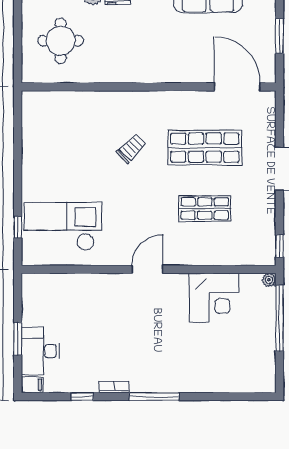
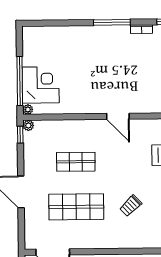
plant: (268, 258) -> (28, 125), added
door: (147, 269) -> (118, 116), hinge flipped
corner desk: (214, 298) -> (41, 85), moved, turned 90

